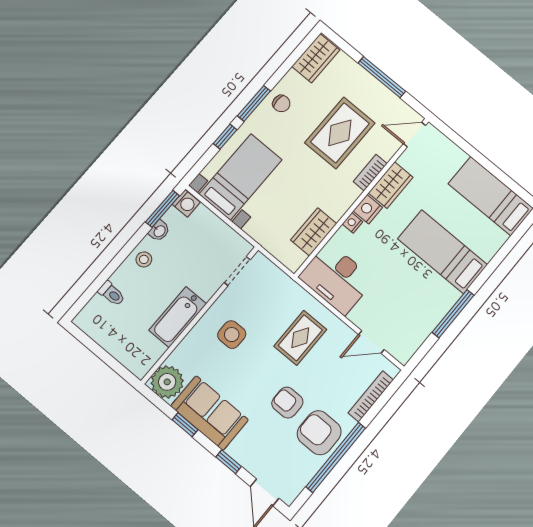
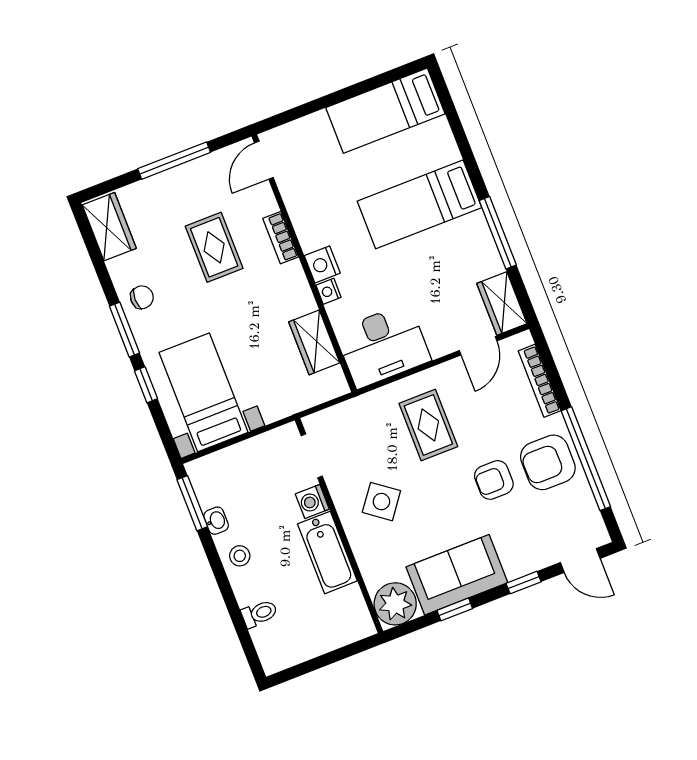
rug: (340, 133) -> (214, 247), width x0.73, depth x0.70
wardrobe: (391, 185) -> (502, 303), moved, turned 180
washing machine: (186, 203) -> (312, 502), moved, turned 180
side table: (232, 335) -> (381, 502), turned 37

